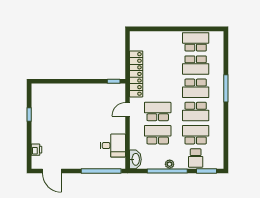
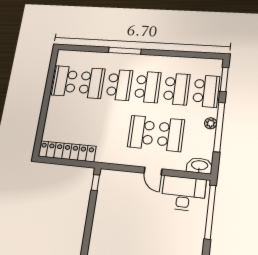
locker: (136, 74) -> (67, 151), moved
door: (127, 109) -> (153, 171), moved
school desk: (158, 135) -> (171, 135), turned 180
school desk: (196, 135) -> (177, 89), turned 180
desk: (113, 146) -> (183, 193), width x1.37
school desk: (196, 158) -> (206, 91), width x1.85

